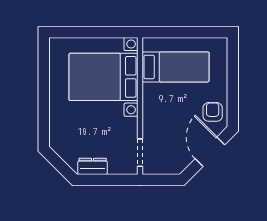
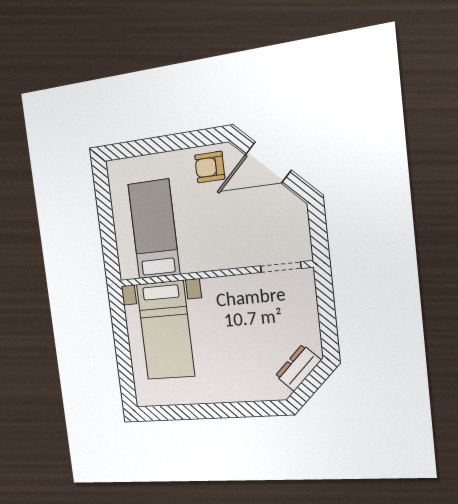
bed with nightstands: (104, 77) -> (166, 330), width x0.73
dresser: (93, 166) -> (298, 368), moved, turned 45

